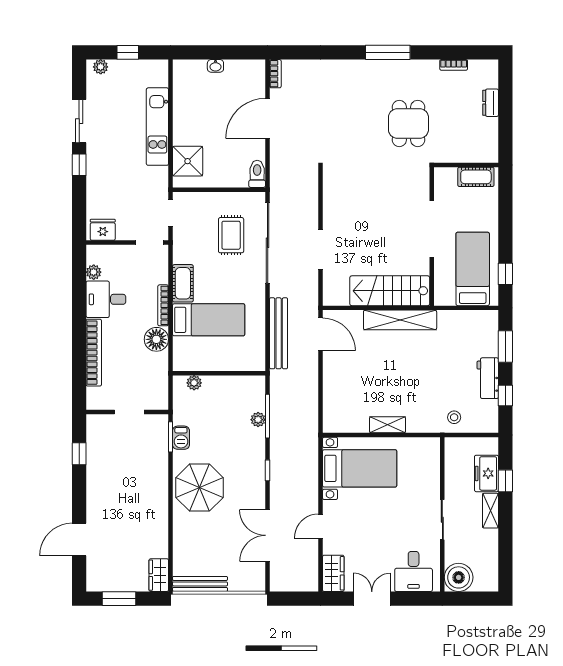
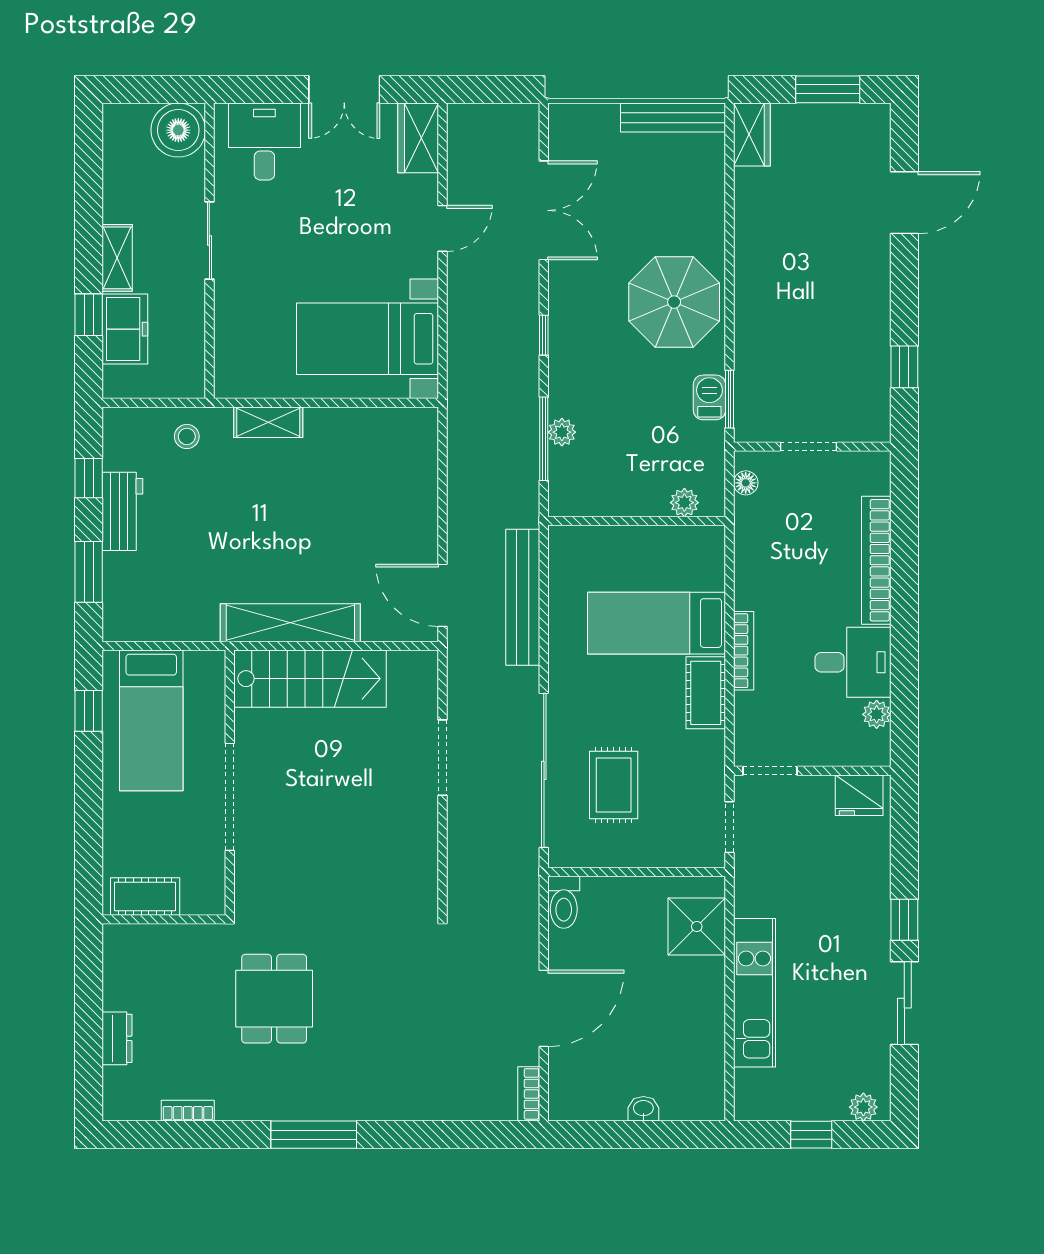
floor lamp: (156, 339) -> (746, 483), moved, width x0.53, depth x0.53
shelving: (388, 425) -> (268, 422), moved

